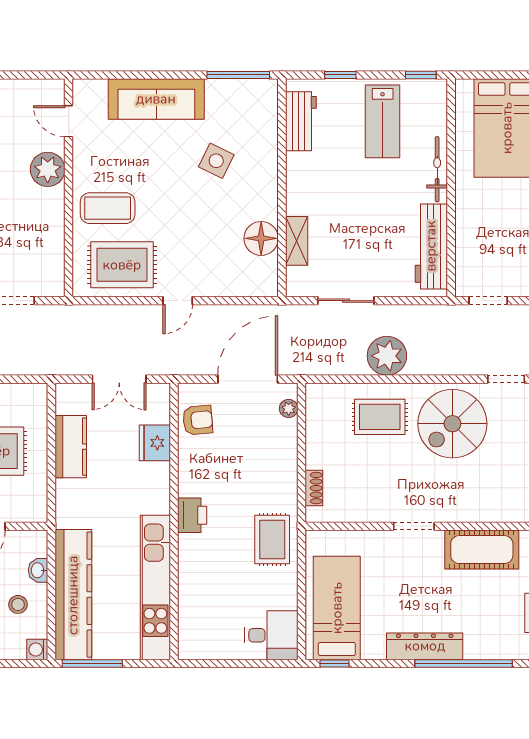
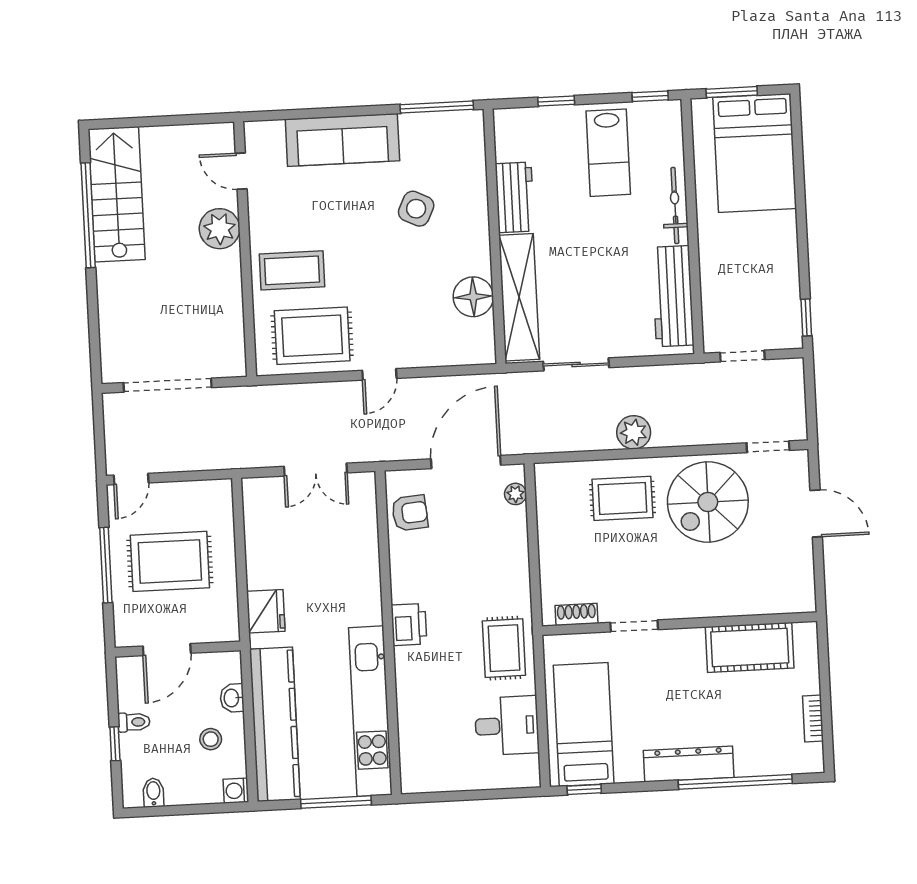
window: (490, 75) -> (732, 92), added
workbench: (301, 121) -> (515, 197), moved
shelving: (297, 241) -> (519, 297), width x2.20, depth x1.33
plant: (387, 356) -> (634, 432), width x0.73, depth x0.73
fridge: (155, 443) -> (266, 611), moved, turned 180
kitchen counter: (71, 447) -> (263, 551), removed
shoe rack: (314, 488) -> (576, 614), moved, turned -90
doorway: (414, 526) -> (634, 626), moved
desk: (271, 635) -> (507, 726), moved
window: (92, 664) -> (336, 802), moved

